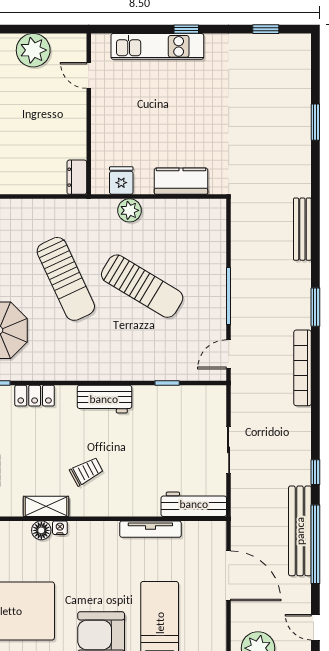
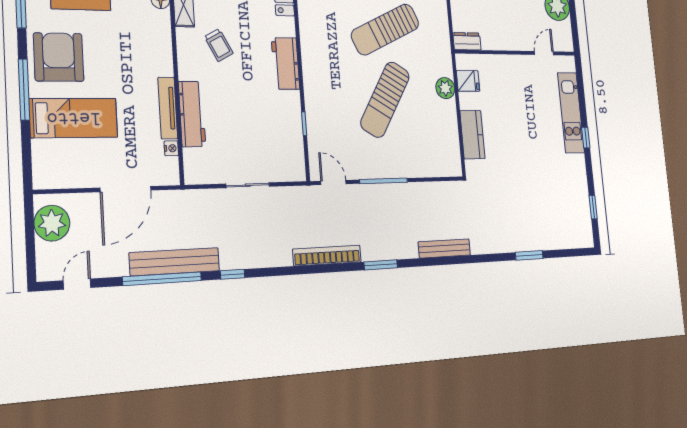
workbench: (194, 504) -> (192, 114), moved
nightstand: (60, 528) -> (171, 148), moved

